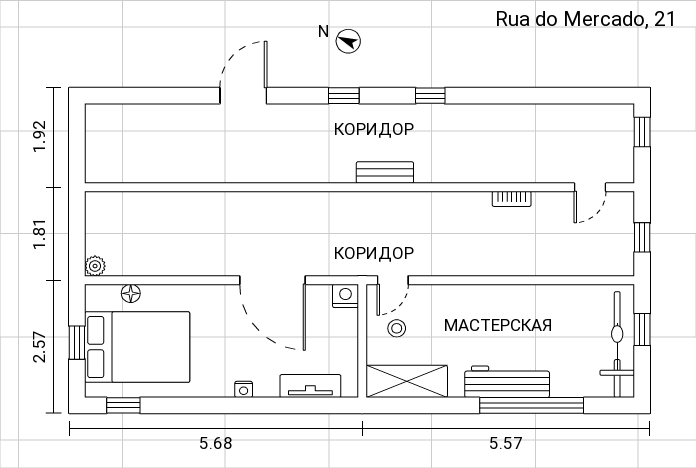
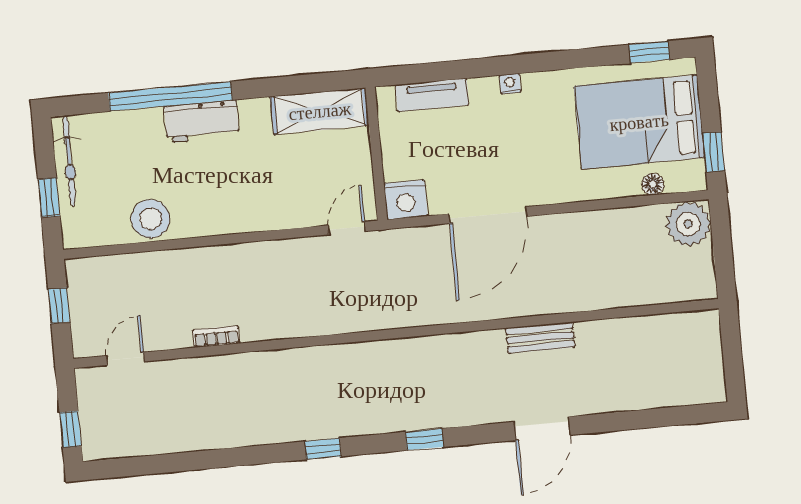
bench: (385, 173) -> (540, 338), moved
plant: (95, 266) -> (688, 224), width x1.88, depth x1.88
door: (272, 280) -> (488, 215), swing flipped
nightstand: (345, 296) -> (406, 200), width x1.36, depth x1.33
stool: (397, 328) -> (150, 219), moved, width x1.89, depth x1.89
window: (77, 343) -> (714, 152), moved
bicycle: (617, 345) -> (69, 161), width x0.73, depth x0.71
workbench: (507, 382) -> (202, 121), width x0.73

